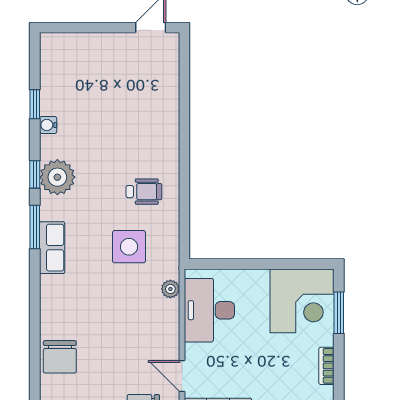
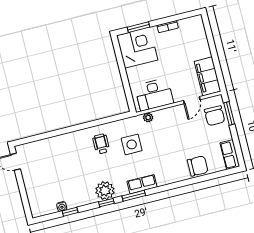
water cooler: (48, 125) -> (62, 207), moved

